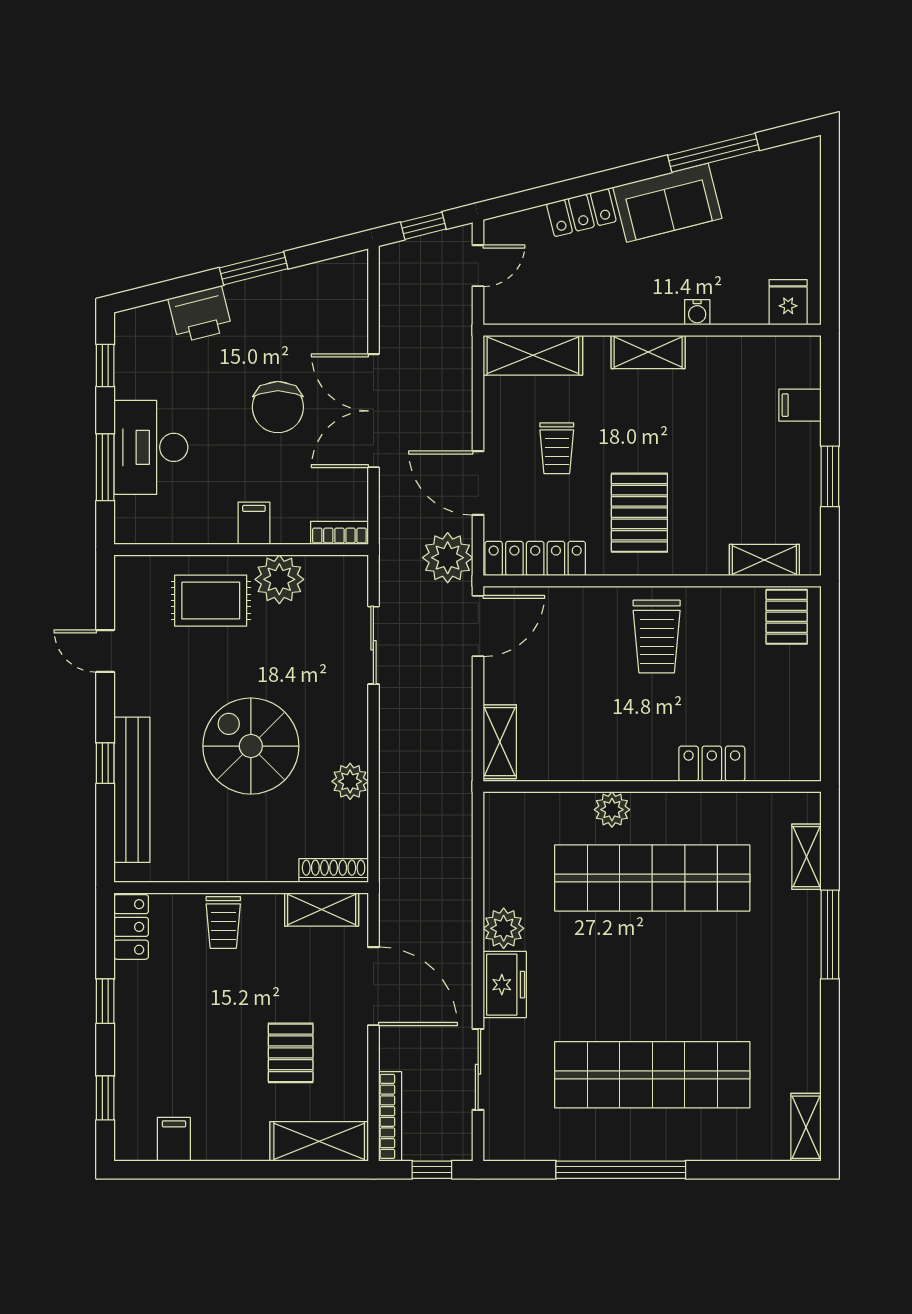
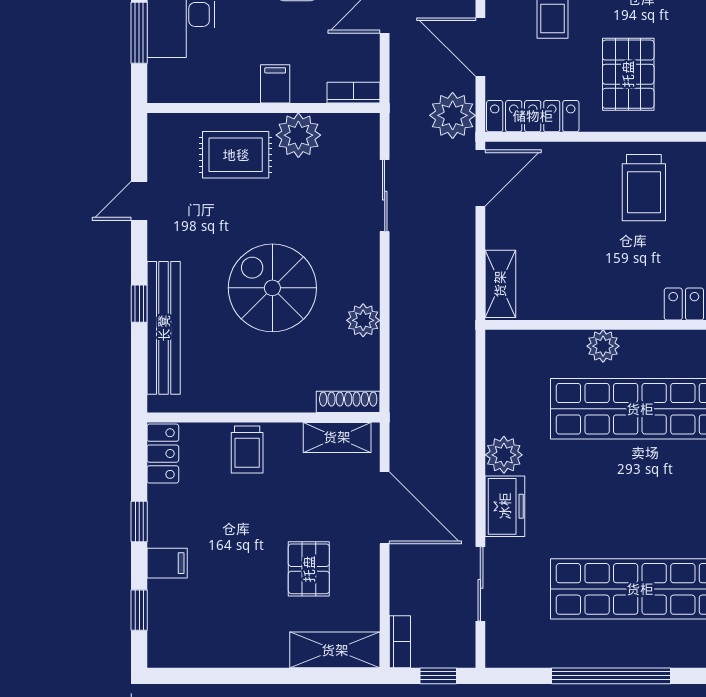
door: (105, 651) -> (139, 201), hinge flipped
bookcase: (390, 1116) -> (400, 642), width x0.64
filing cabinet: (174, 1139) -> (167, 563), moved, turned 90

